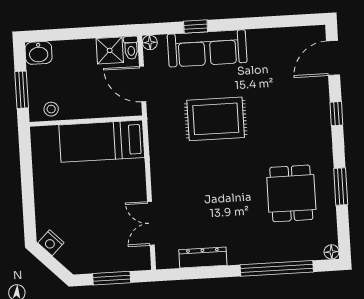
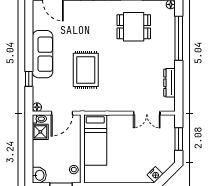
sofa: (207, 48) -> (43, 54), moved

